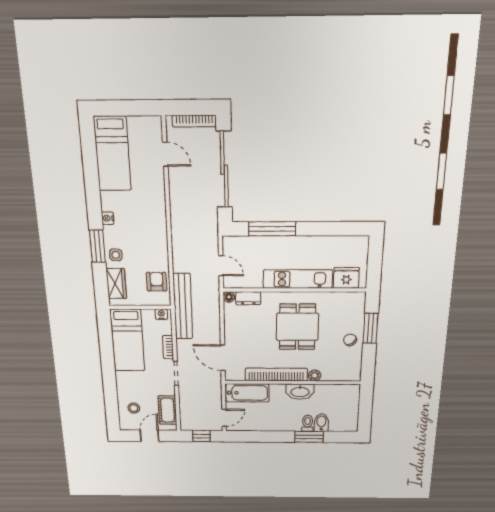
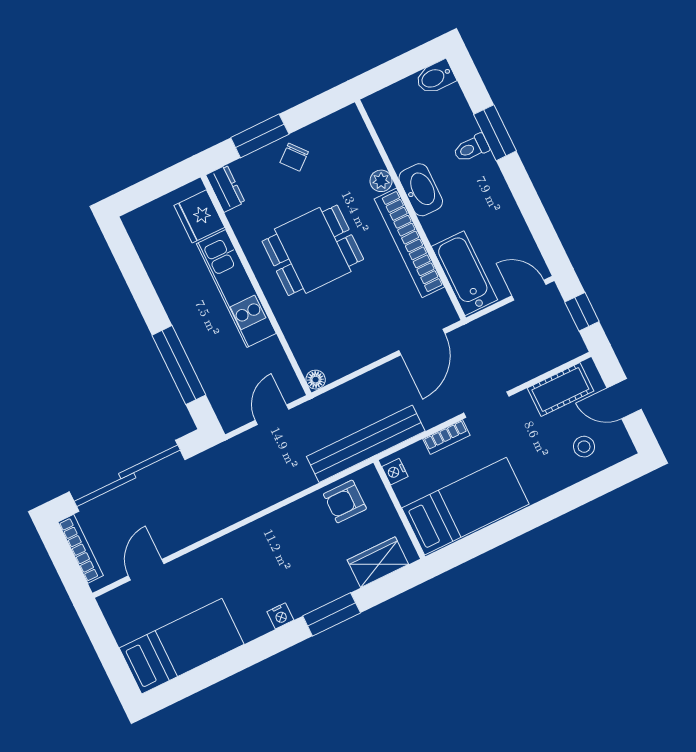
side table: (116, 255) -> (332, 581), removed
dresser: (248, 298) -> (225, 189), moved
bidet: (321, 423) -> (435, 77), moved

